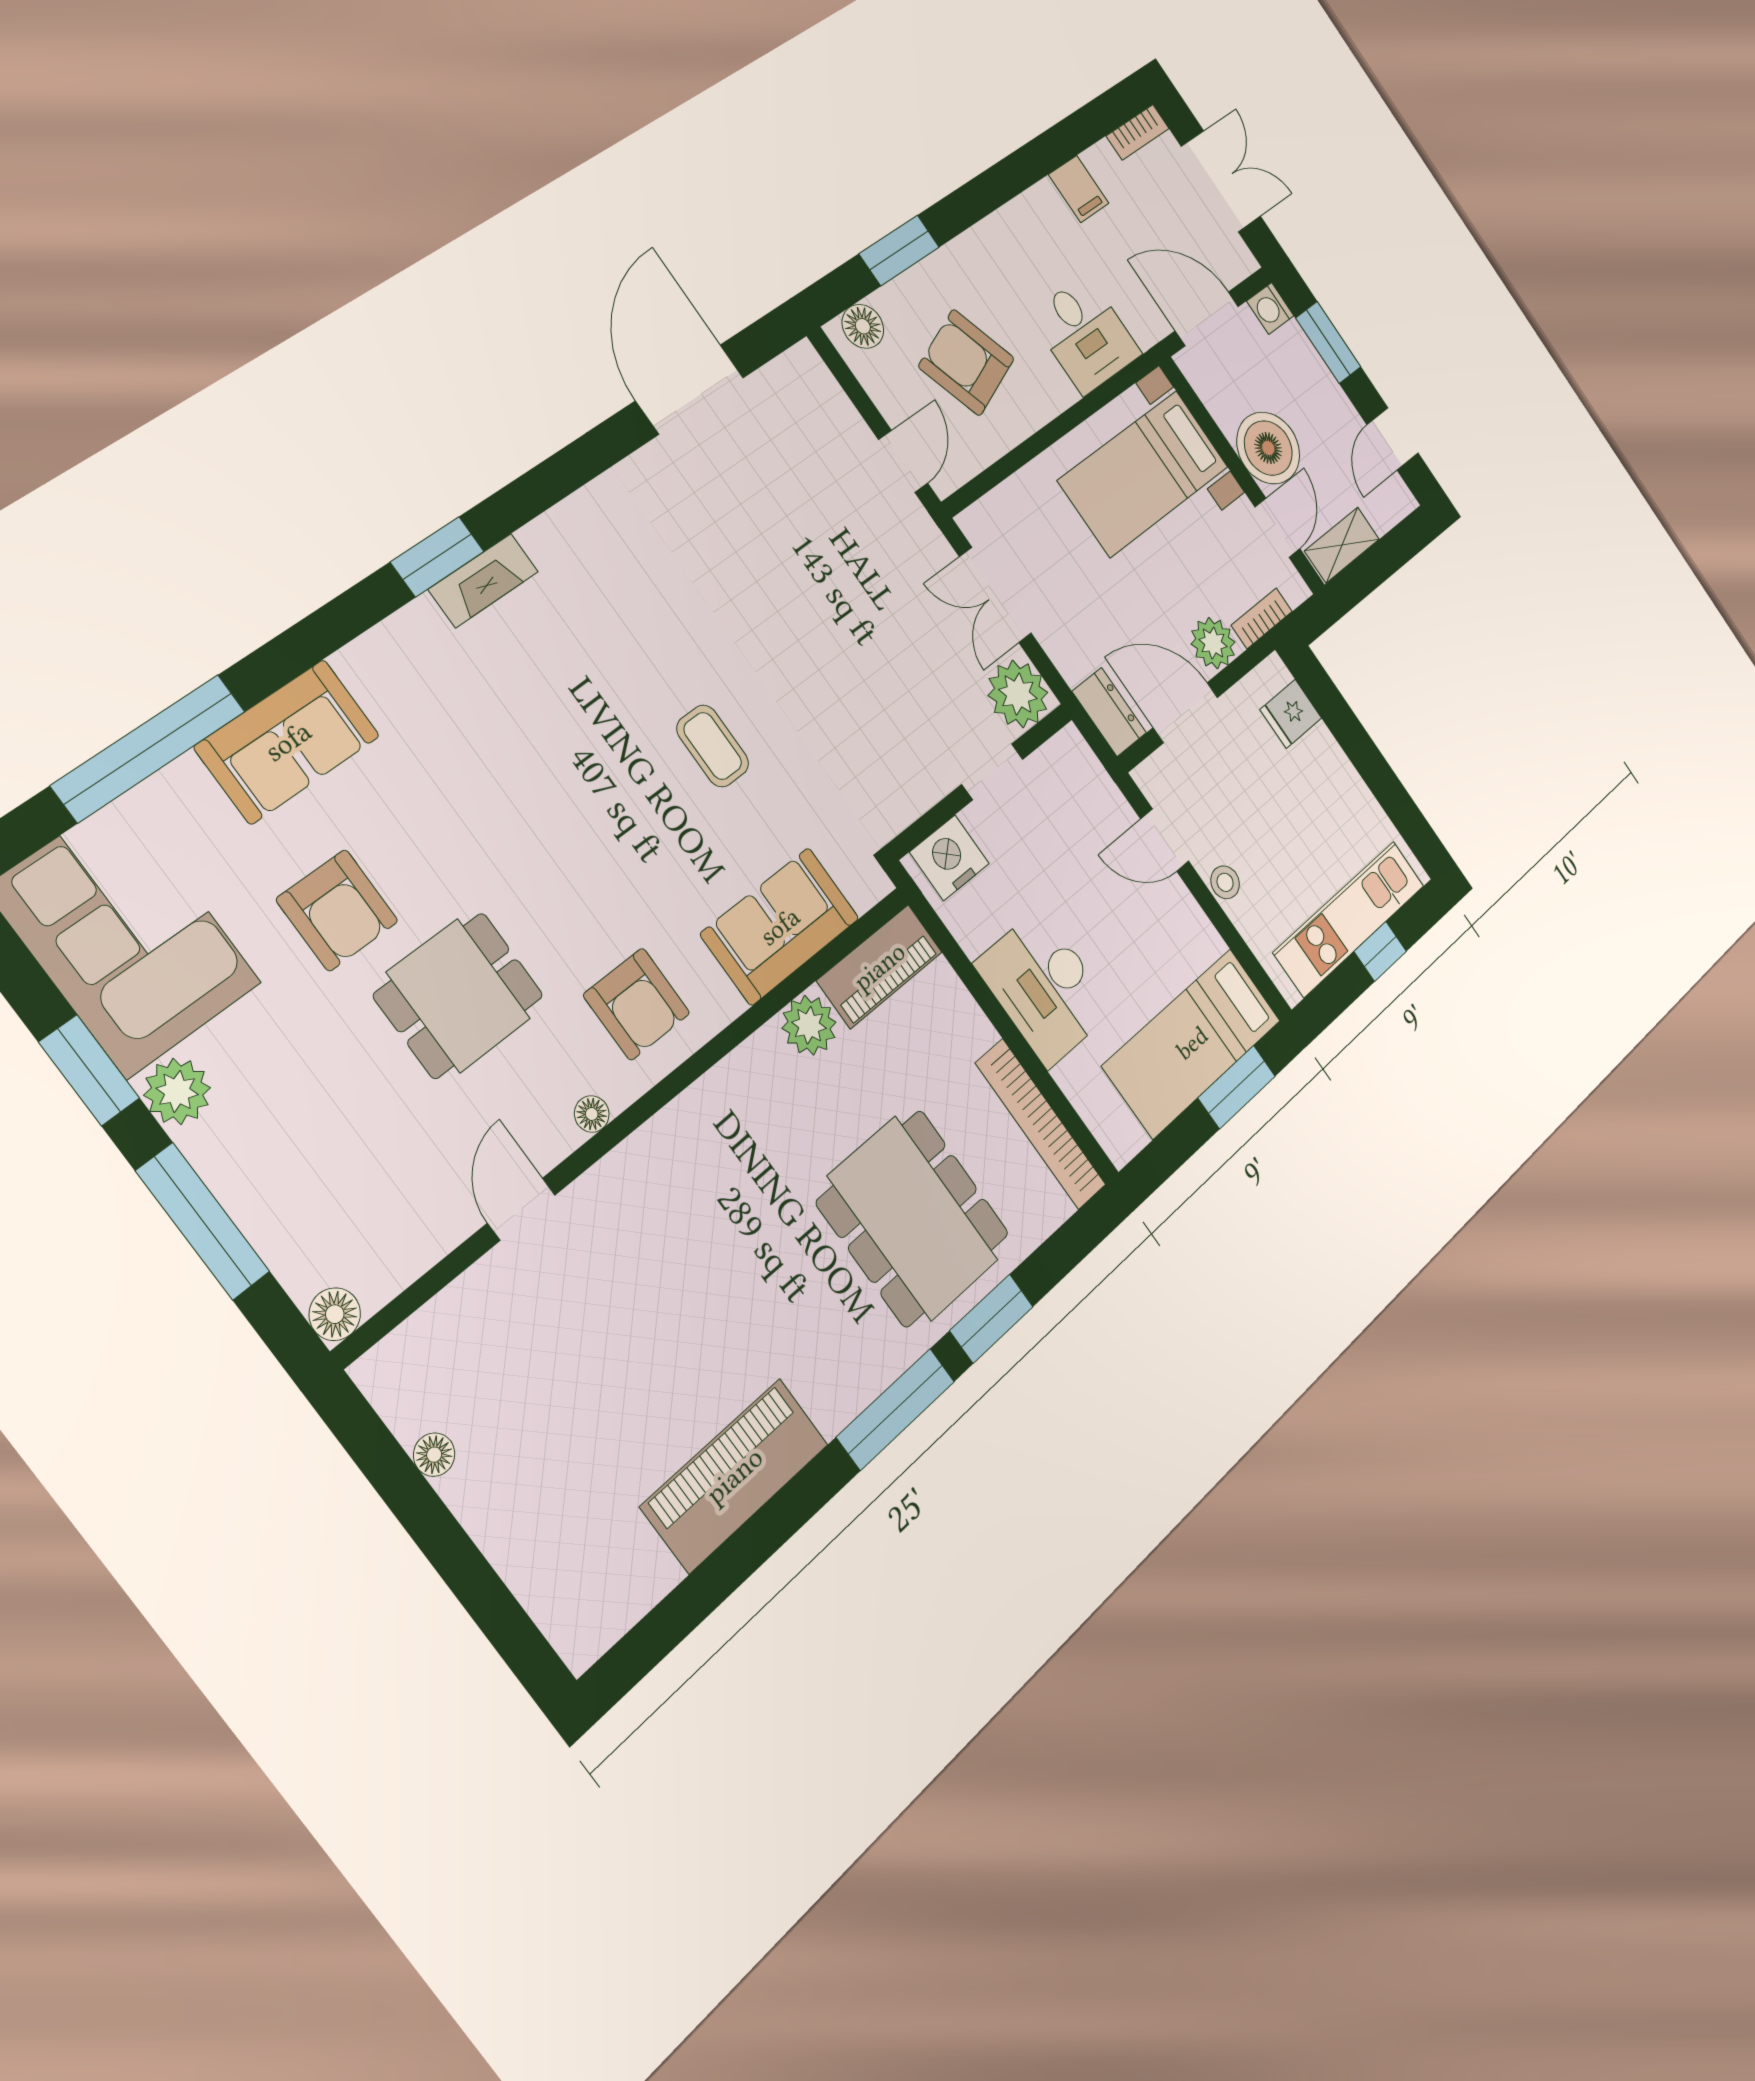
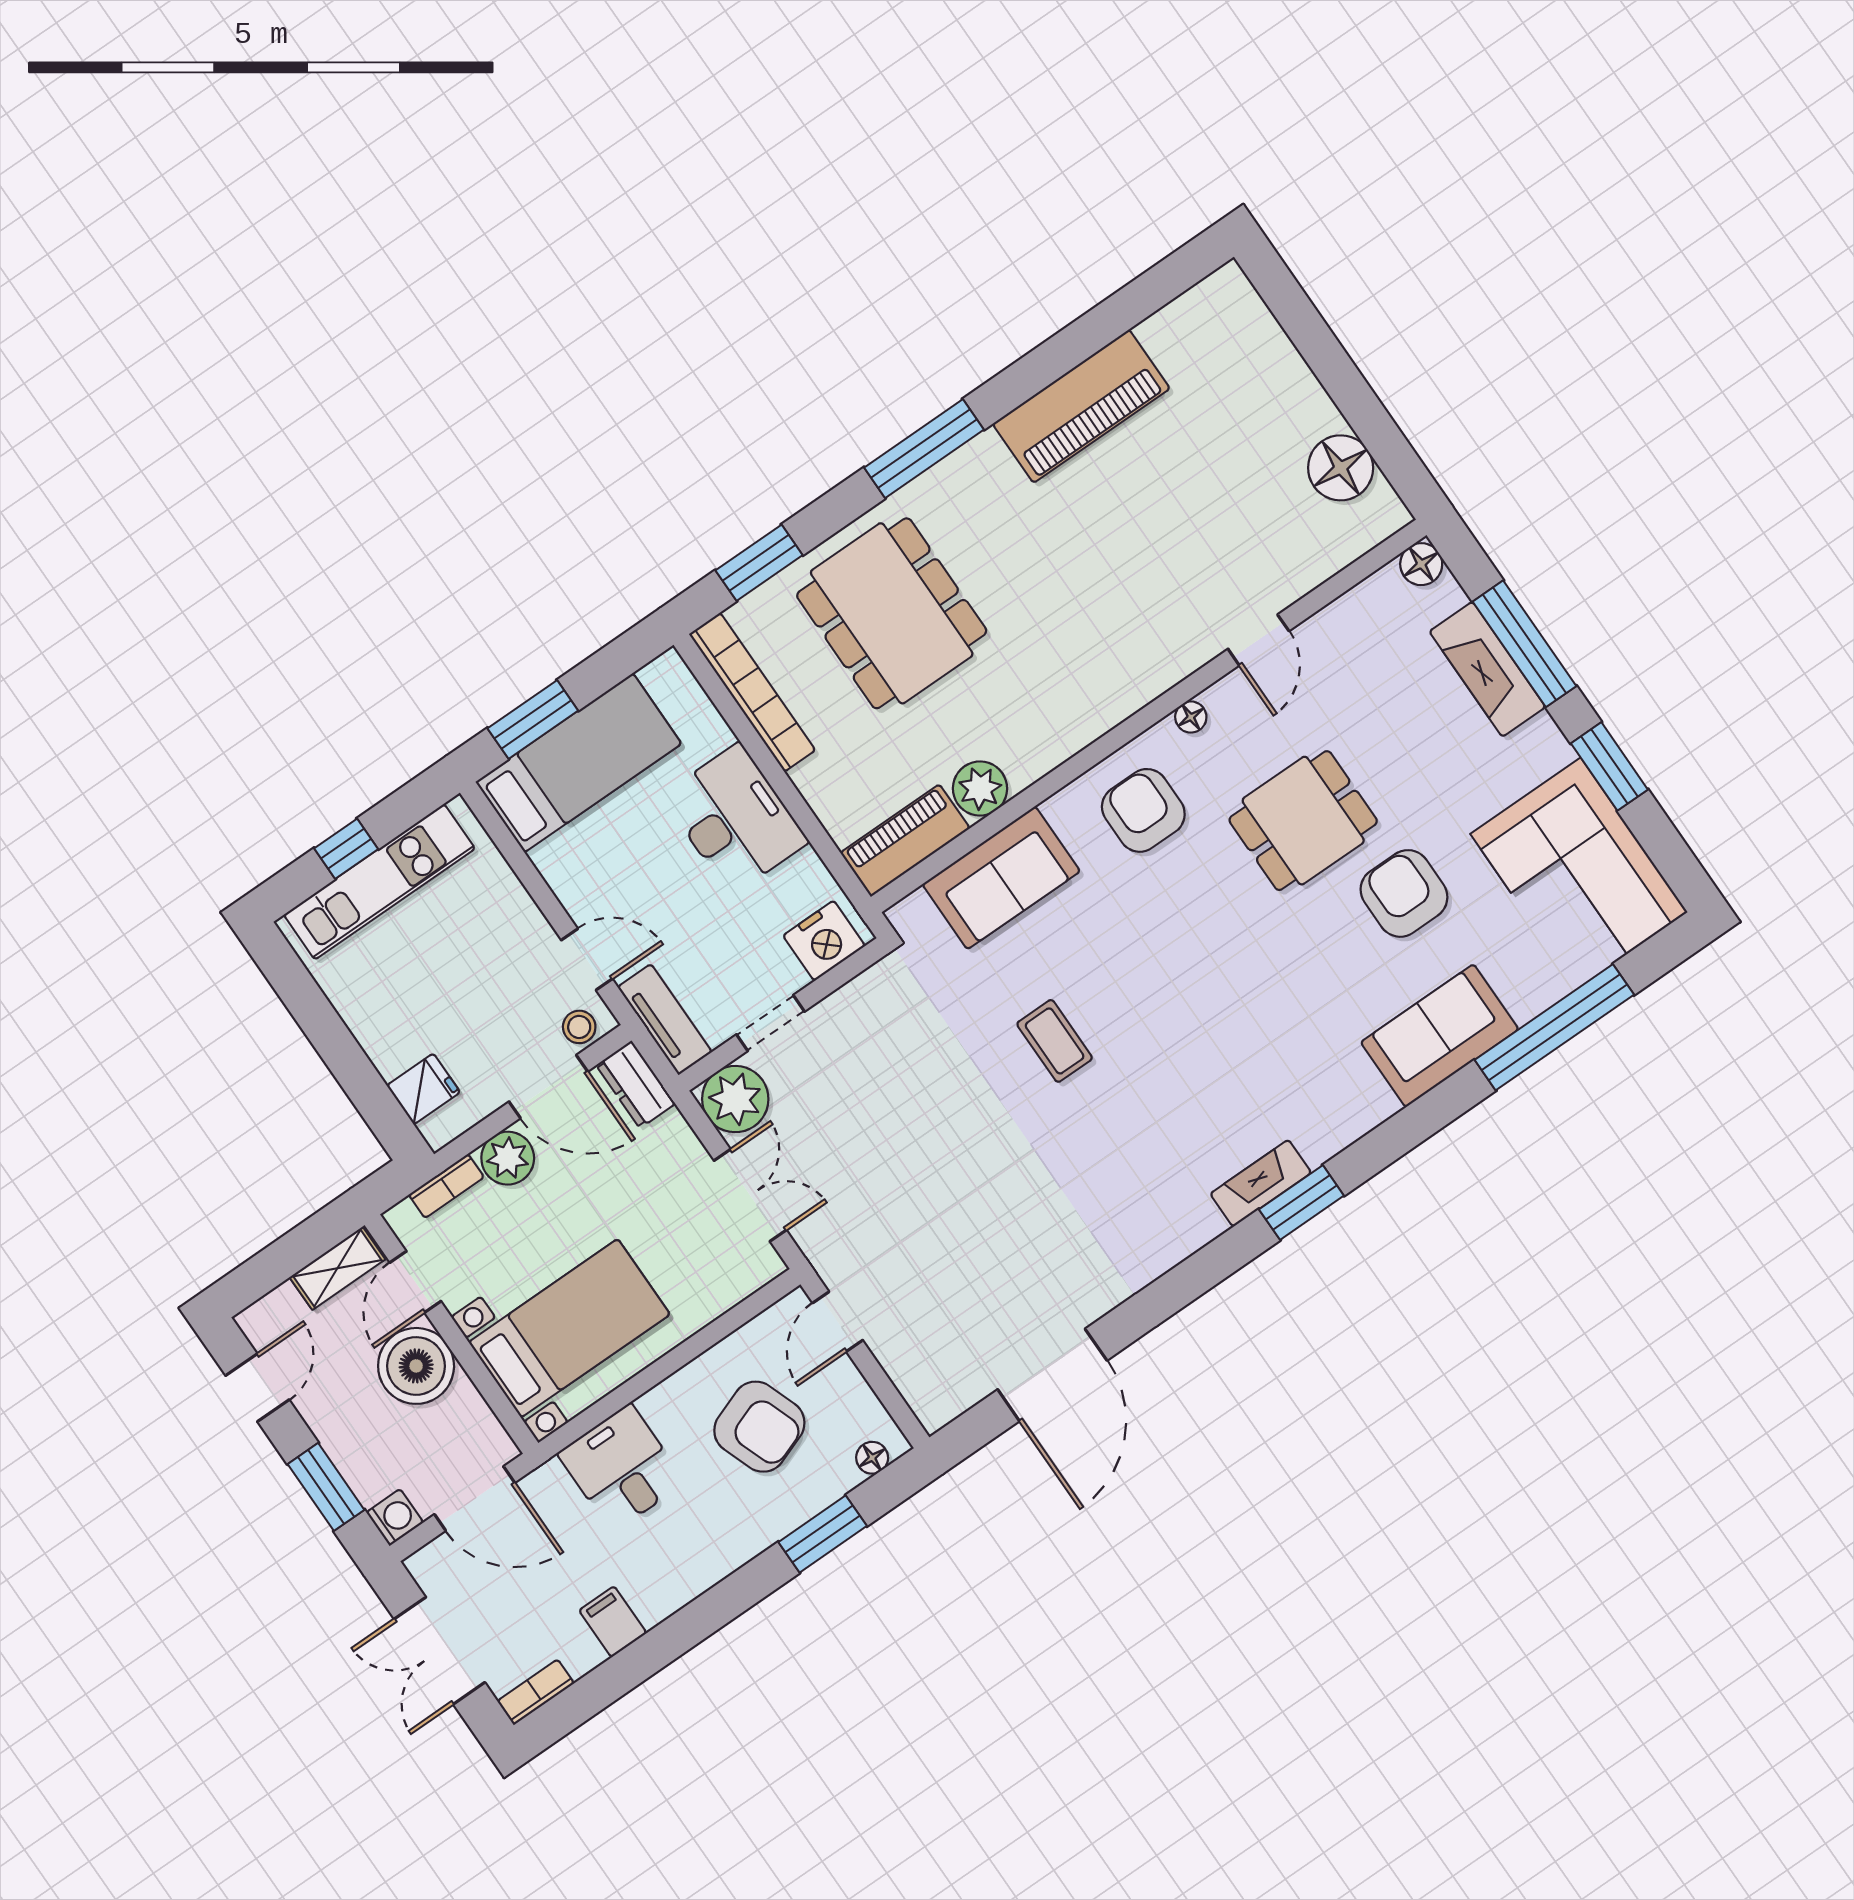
floor lamp: (863, 326) -> (872, 1458), width x0.73, depth x0.73
tv unit: (1089, 777) -> (665, 1020), added
stool: (1225, 882) -> (579, 1027), moved
plant: (177, 1091) -> (1541, 748), removed
fireplace: (248, 1187) -> (1487, 669), added
window: (991, 1319) -> (759, 563), moved
floor lamp: (434, 1455) -> (1341, 468), width x1.89, depth x1.89

